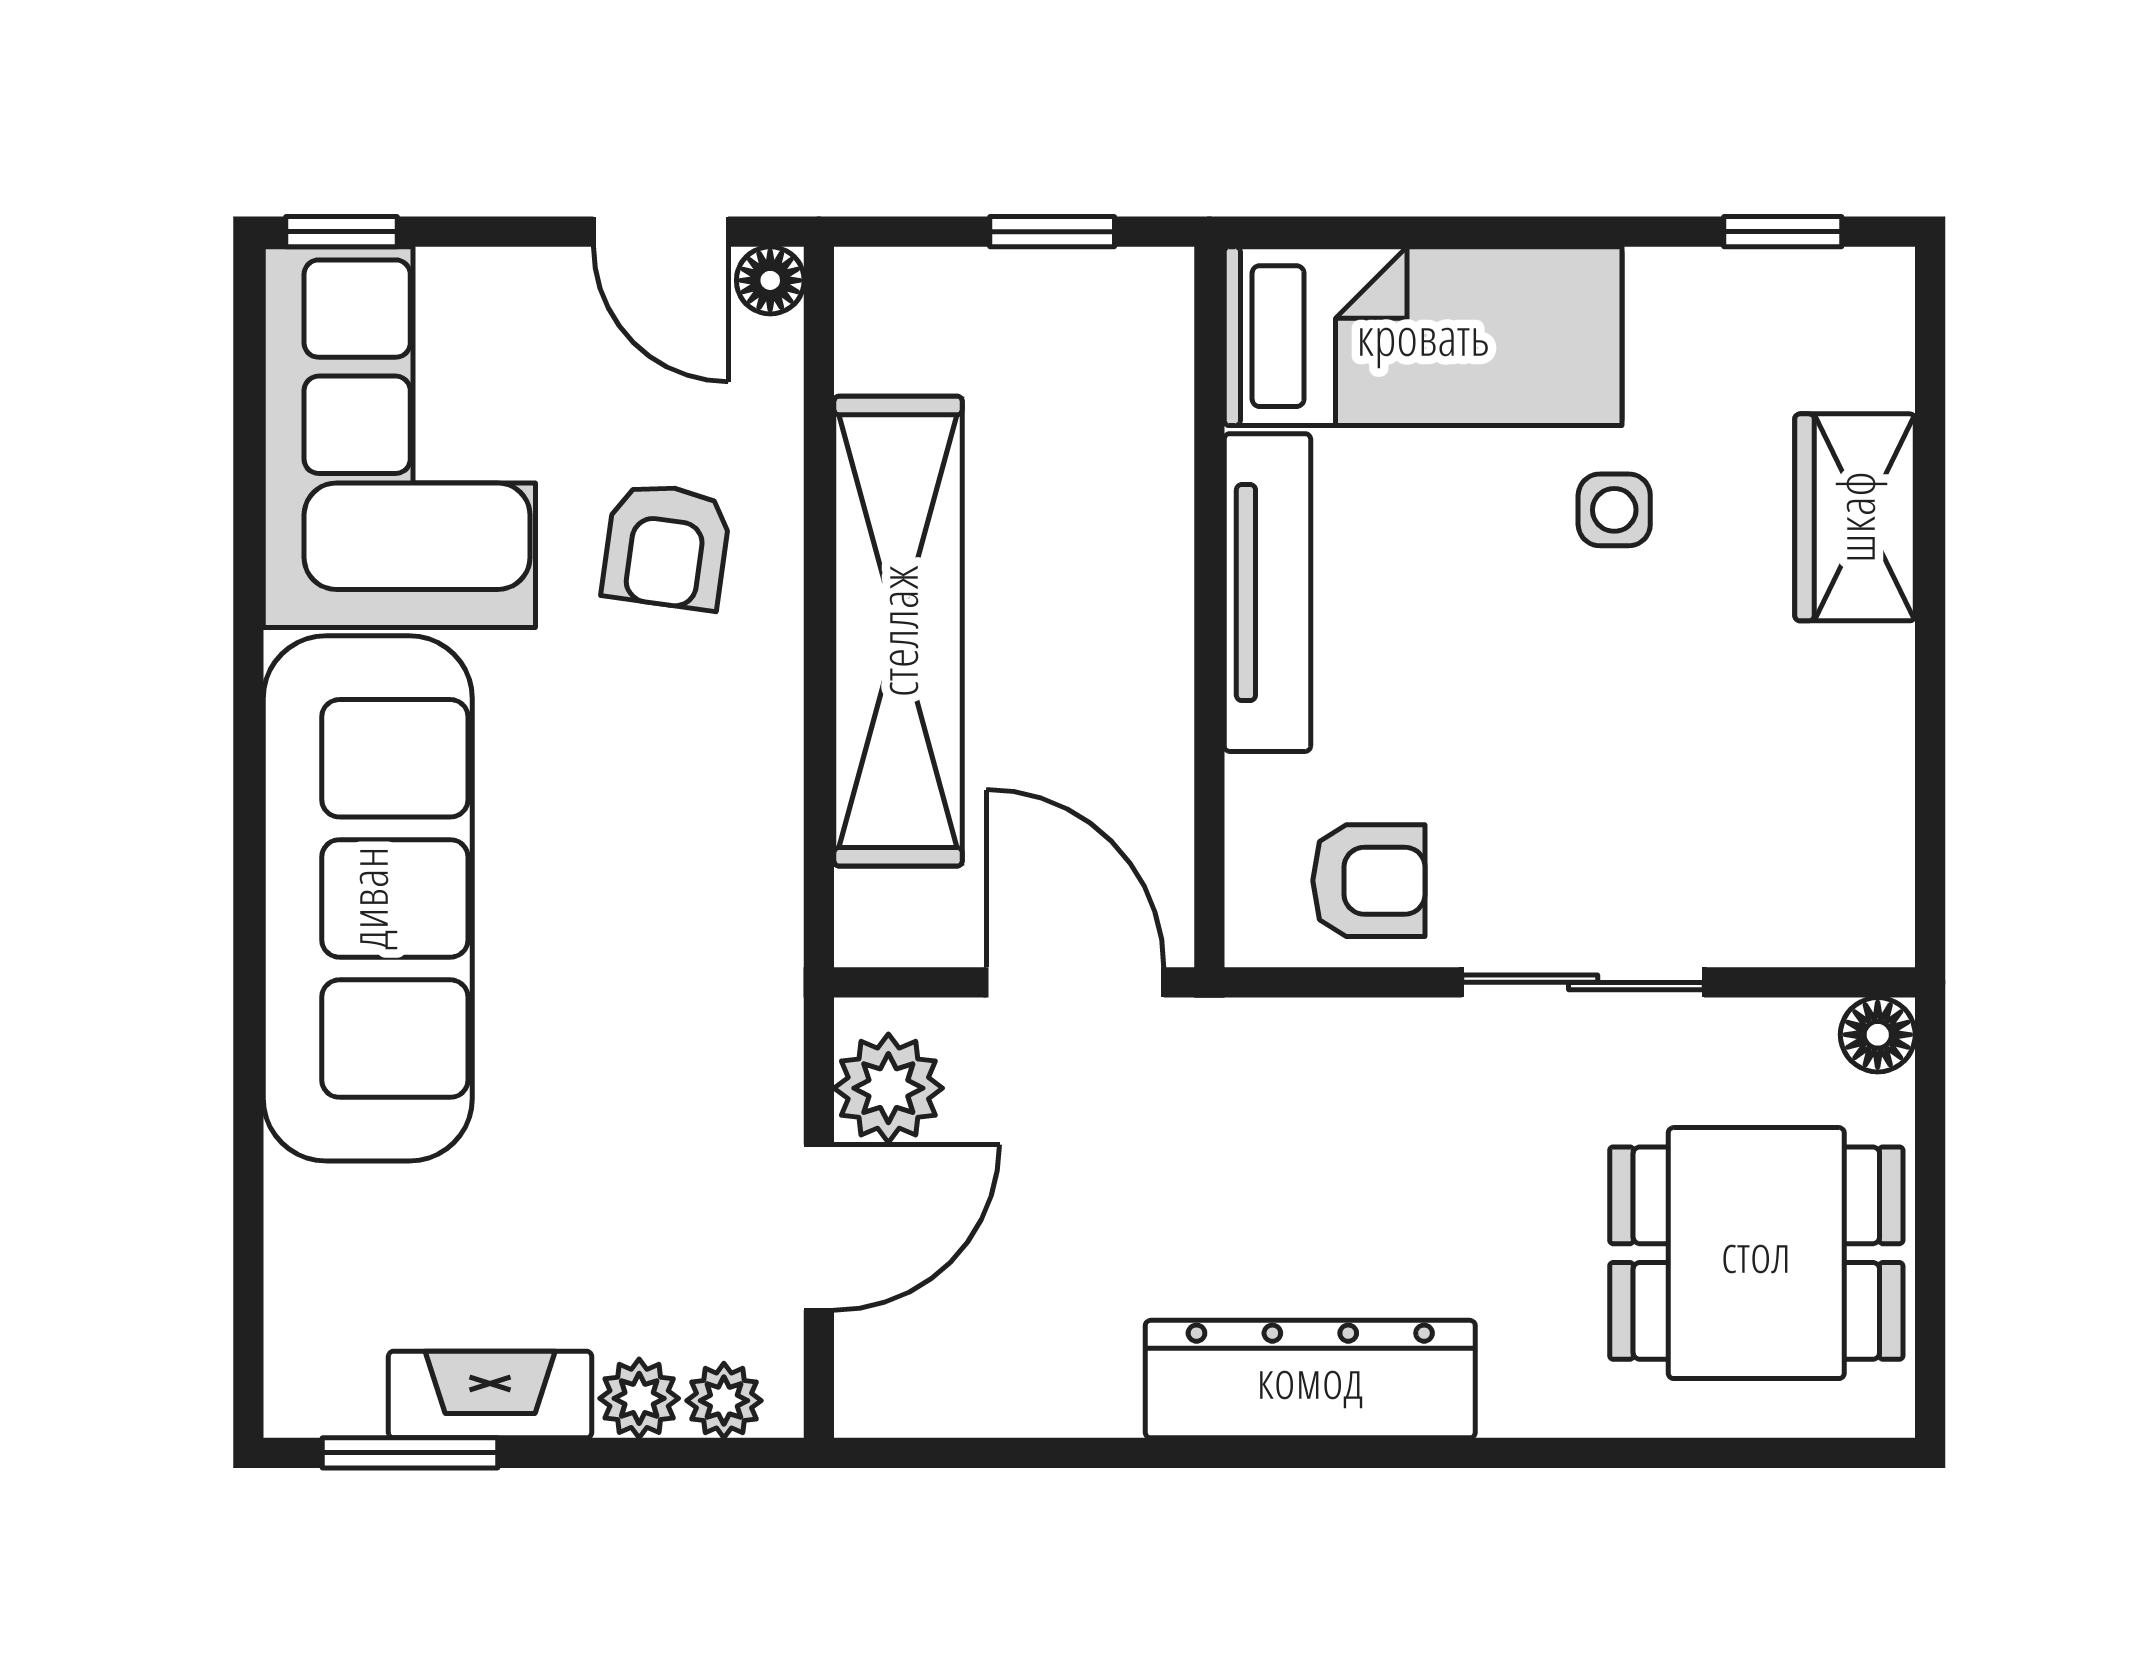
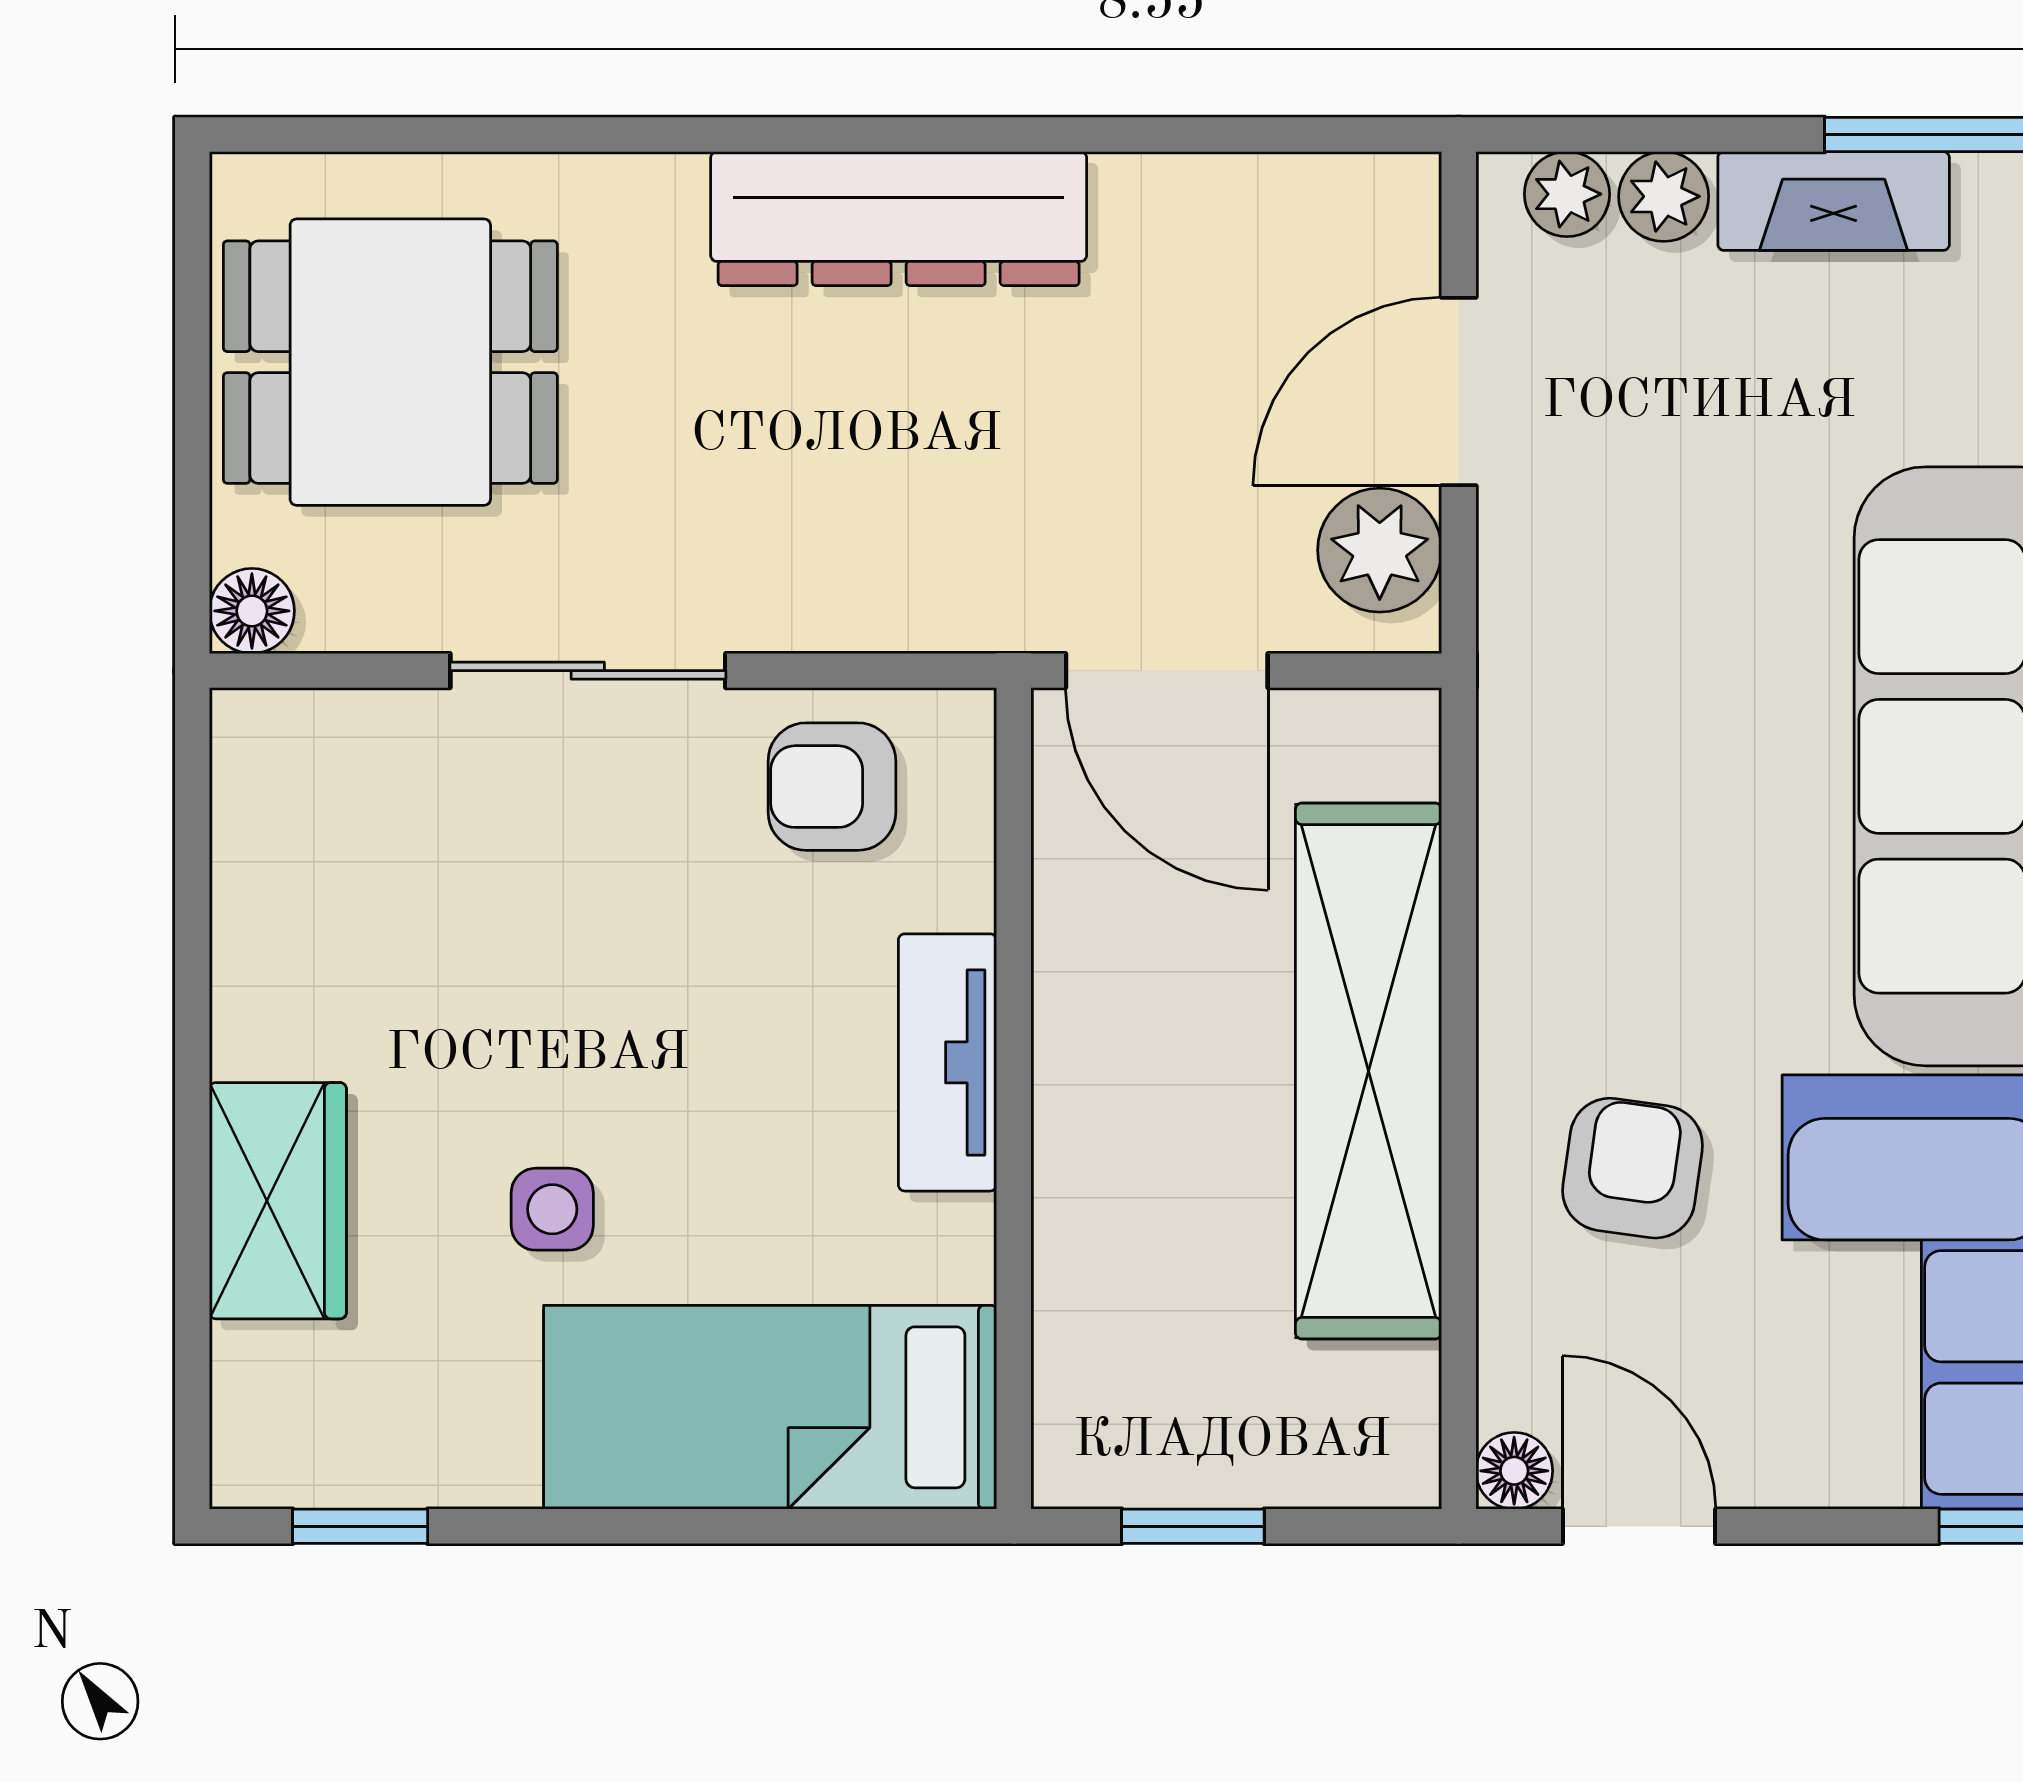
tv unit: (1267, 593) -> (947, 1062), width x0.71

